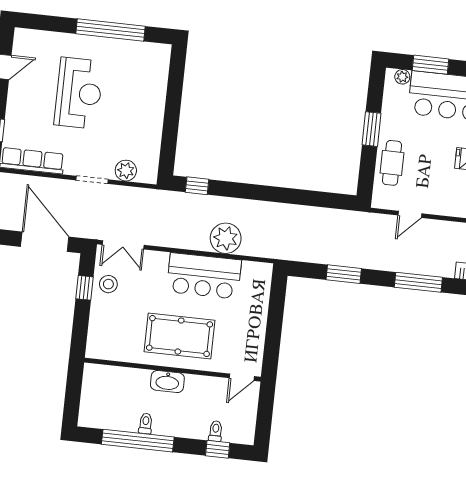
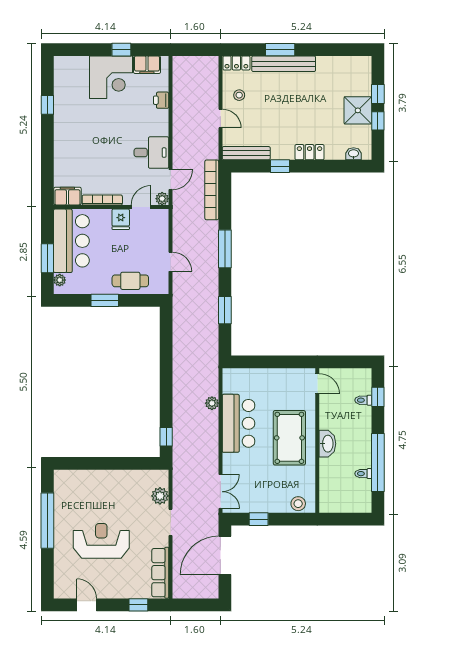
plant: (226, 238) -> (212, 403), width x0.53, depth x0.53
stool: (108, 284) -> (298, 504), moved
toilet: (146, 423) -> (363, 474), moved

